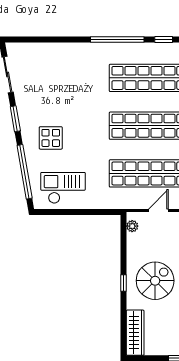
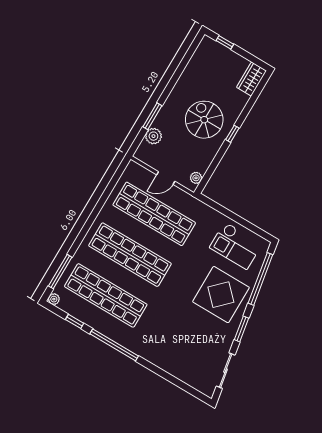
display table: (51, 138) -> (221, 295), width x1.86, depth x1.86
spiral stairs: (155, 281) -> (204, 120), turned 90
wardrobe: (135, 333) -> (251, 79), width x0.67

